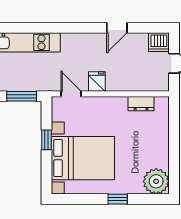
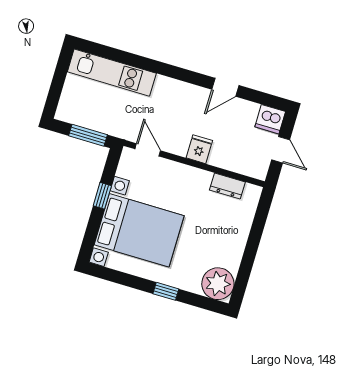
fridge: (97, 82) -> (199, 149), moved

